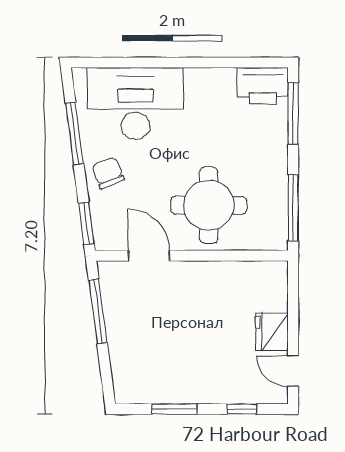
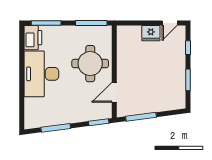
desk: (135, 103) -> (41, 74), moved
chair: (108, 173) -> (75, 112), removed

